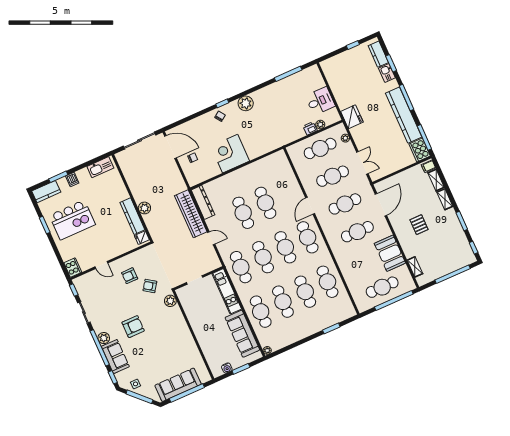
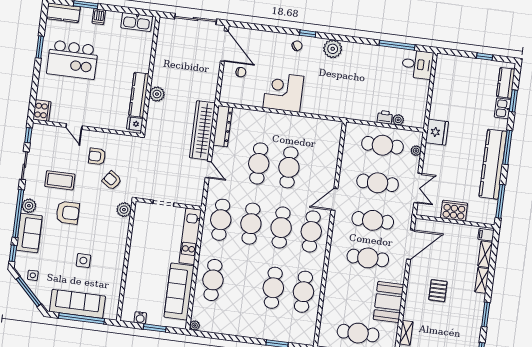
desk: (320, 101) -> (417, 64), moved
cooker: (420, 150) -> (454, 211), moved, turned 90
cafe table: (283, 302) -> (243, 284), removed
coffee table: (114, 308) -> (60, 180), added
side table: (164, 353) -> (83, 261), added

